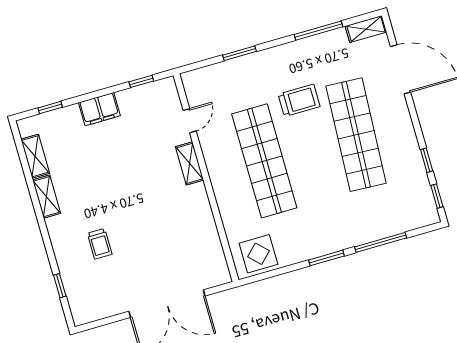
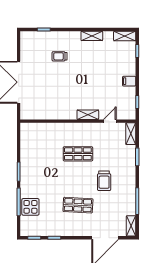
shelving: (201, 77) -> (131, 134), added
filing cabinet: (99, 109) -> (129, 81), width x0.50
door: (190, 121) -> (110, 121), swing flipped
shop shelf: (356, 135) -> (78, 205), width x0.50, depth x0.74
shelving: (35, 156) -> (125, 36), moved
shop shelf: (264, 161) -> (78, 154), width x0.50, depth x0.74
display table: (258, 254) -> (30, 207), moved

